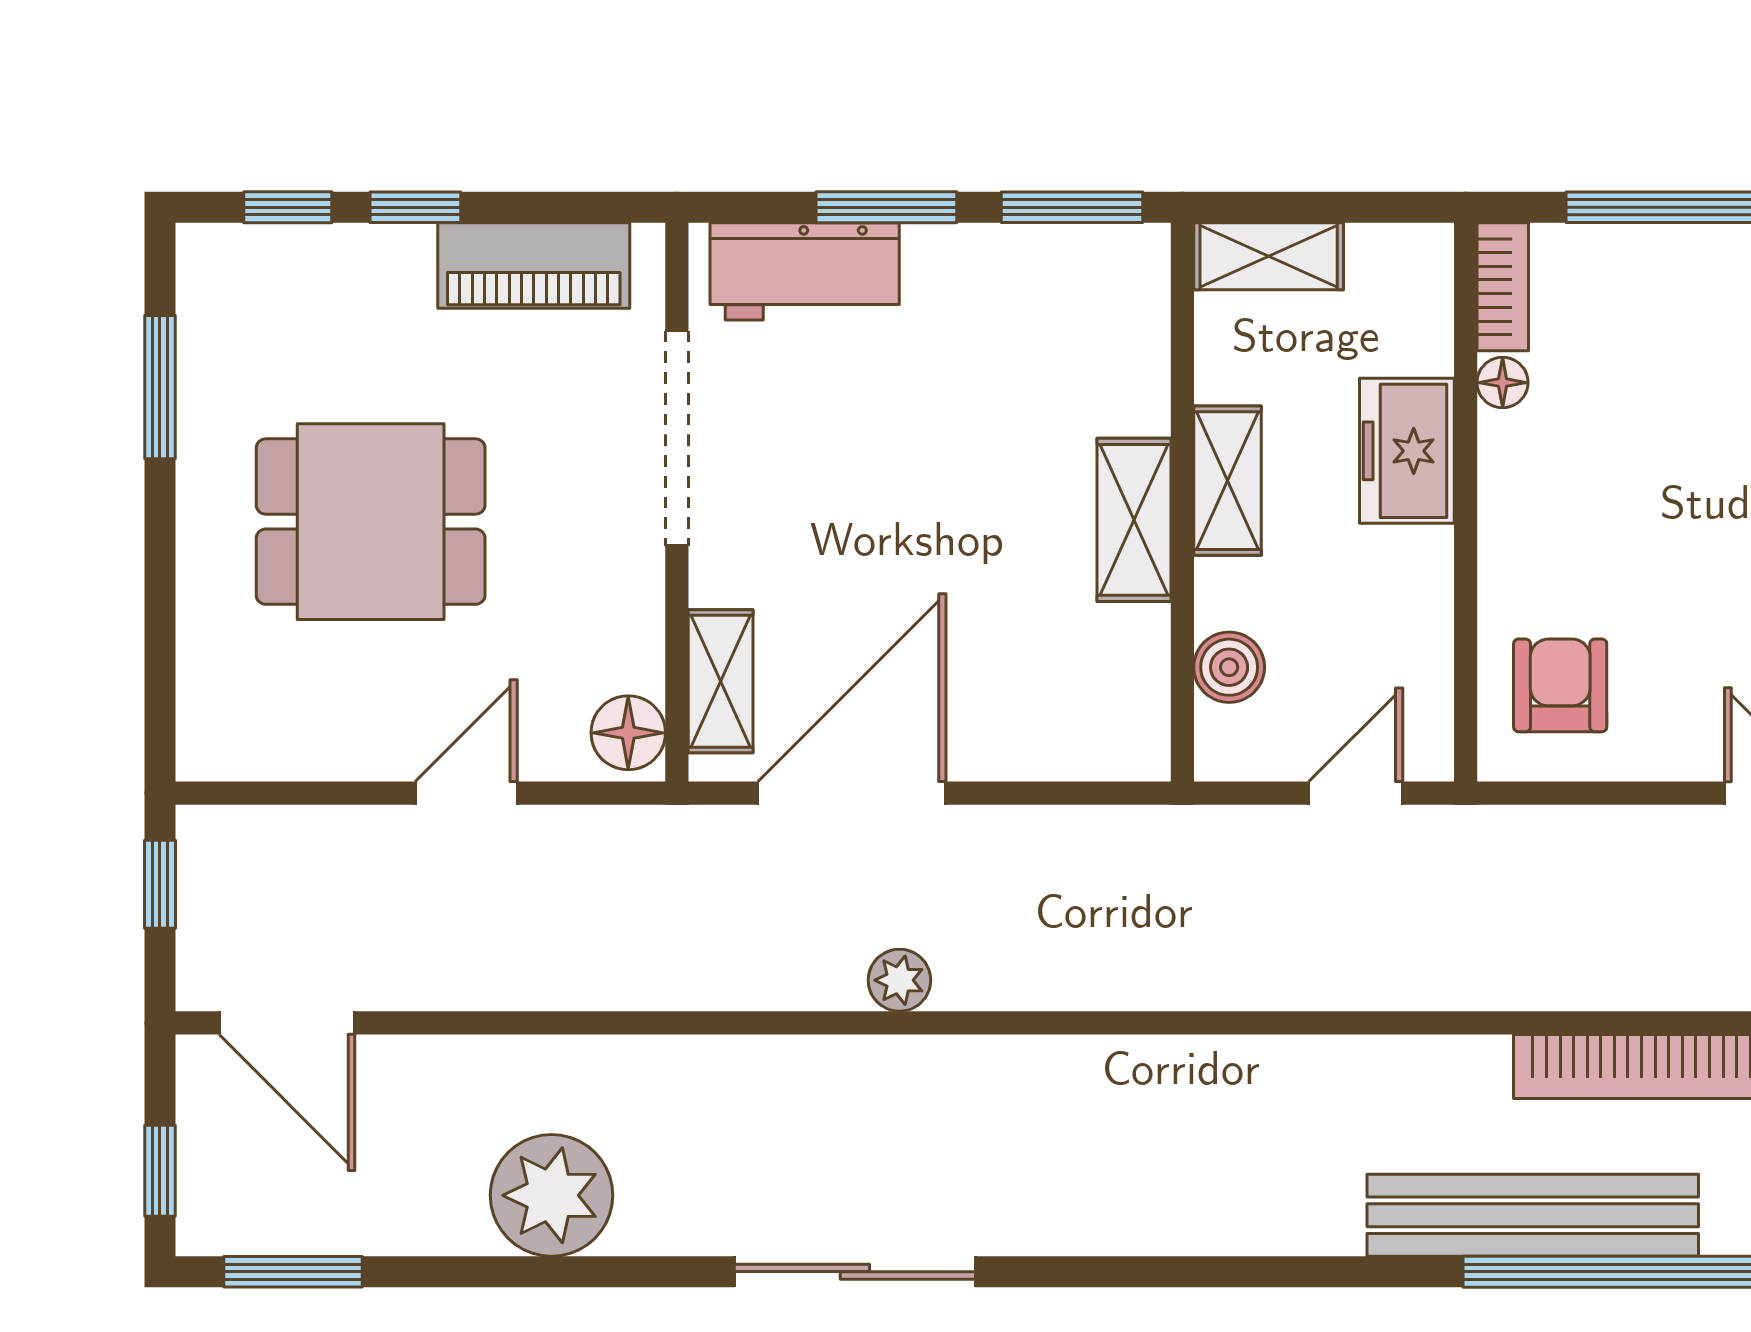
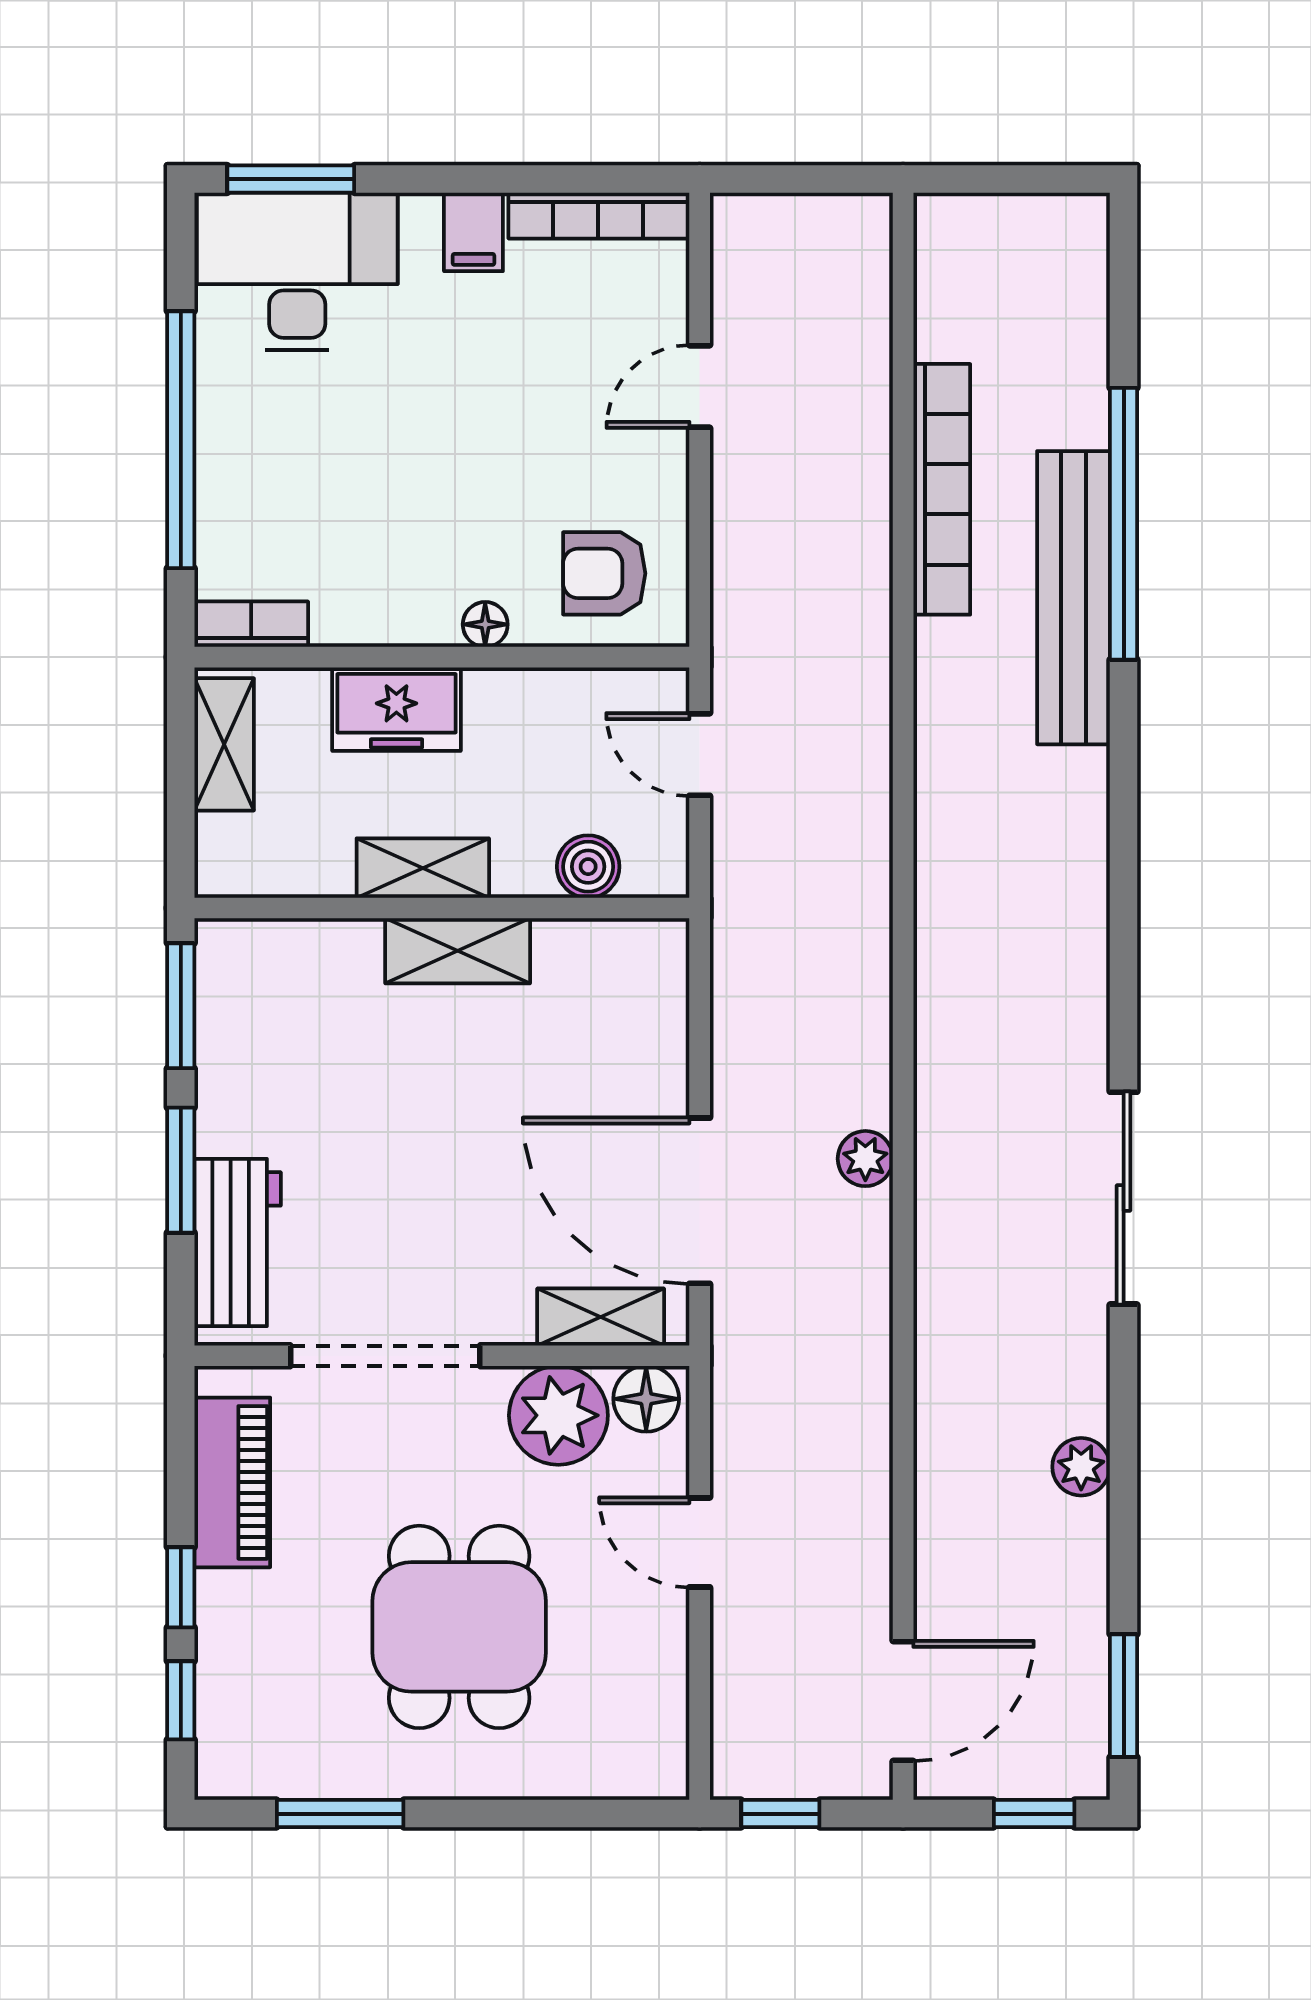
shelving: (1269, 256) -> (224, 744), moved
floor lamp: (1503, 383) -> (485, 624), moved
plant: (610, 634) -> (558, 1415), added
plant: (551, 1195) -> (1081, 1467), width x0.53, depth x0.53

